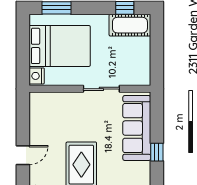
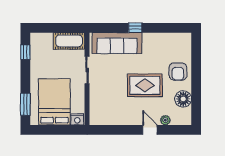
cot: (130, 25) -> (69, 41), moved, turned 90
door: (23, 155) -> (150, 130), moved

